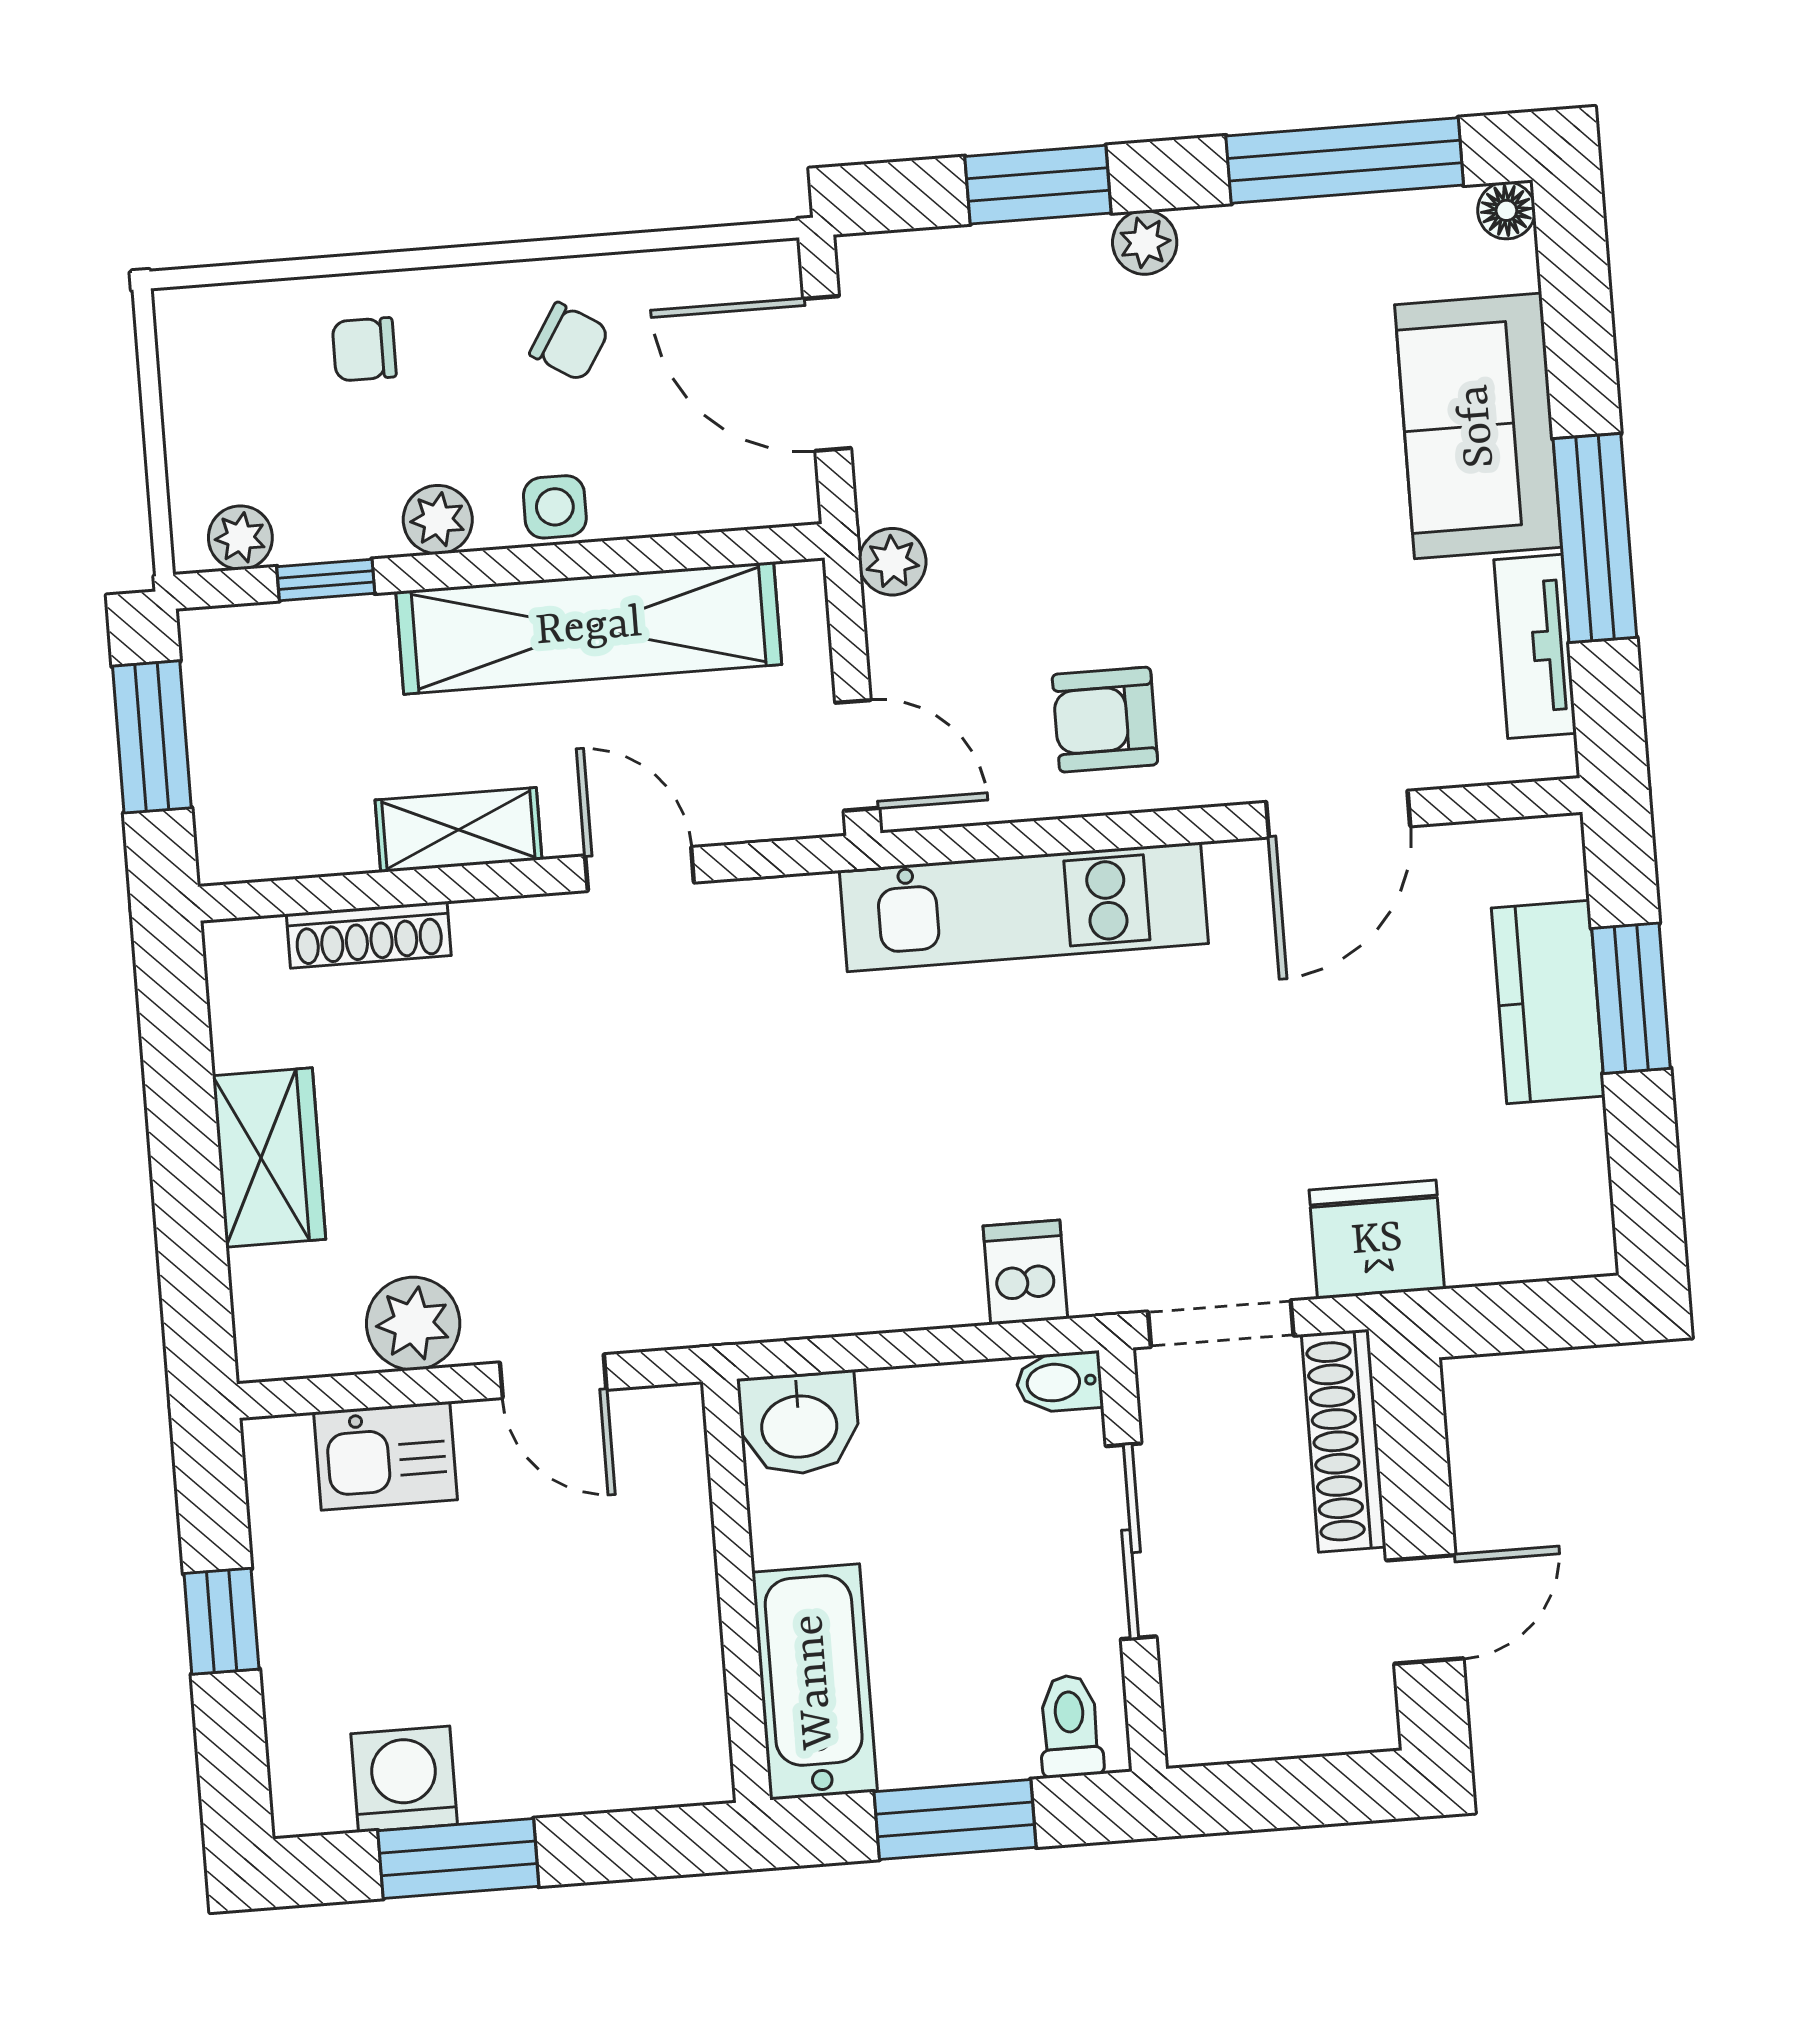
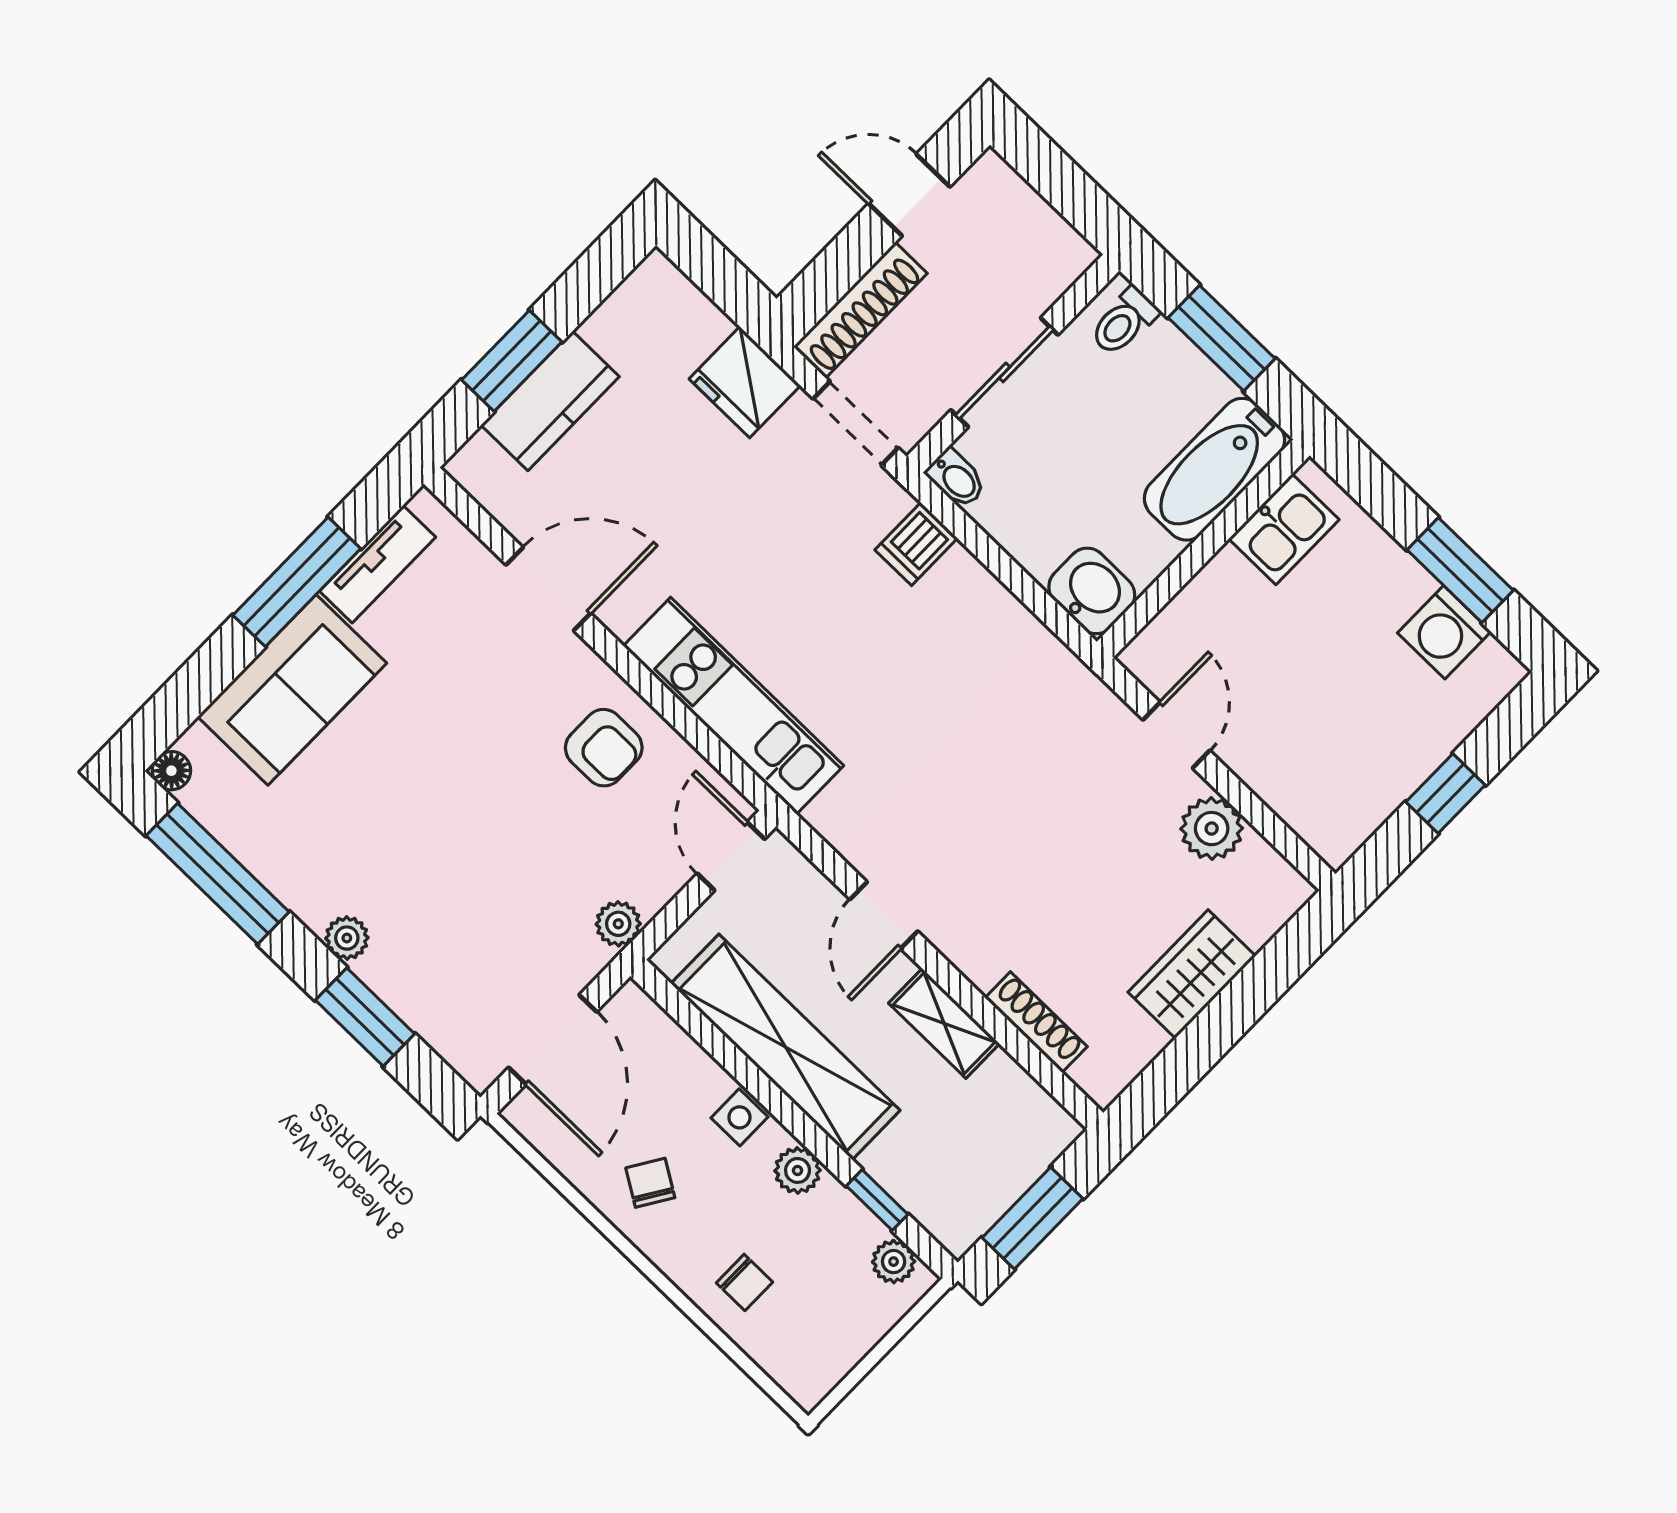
kitchen sink: (386, 1456) -> (1284, 529), moved, turned 90

